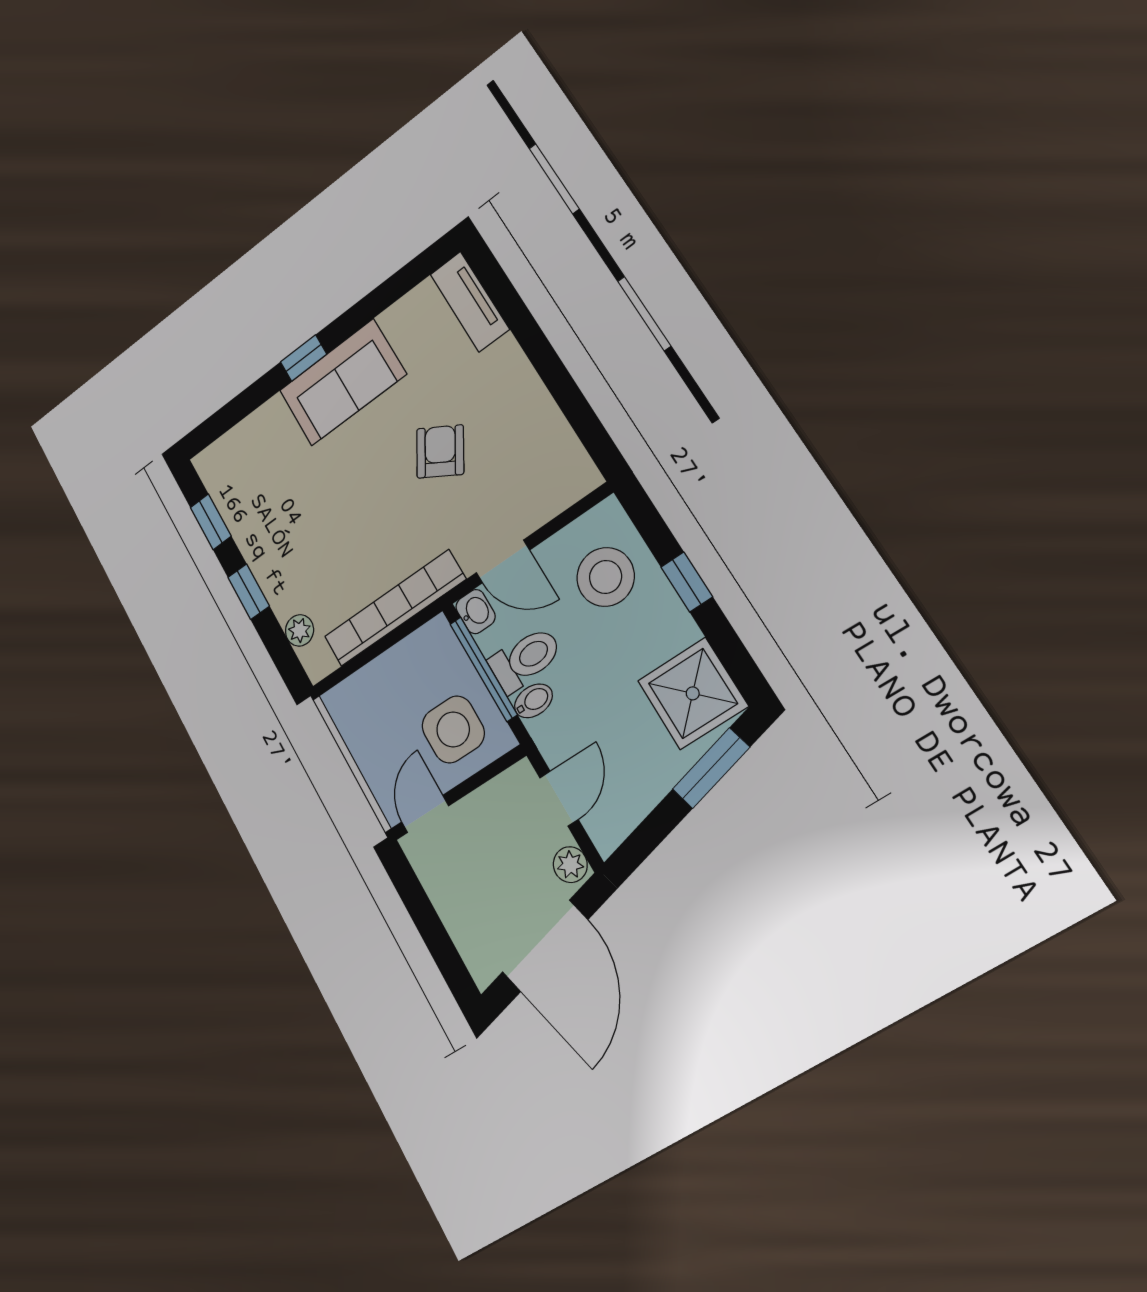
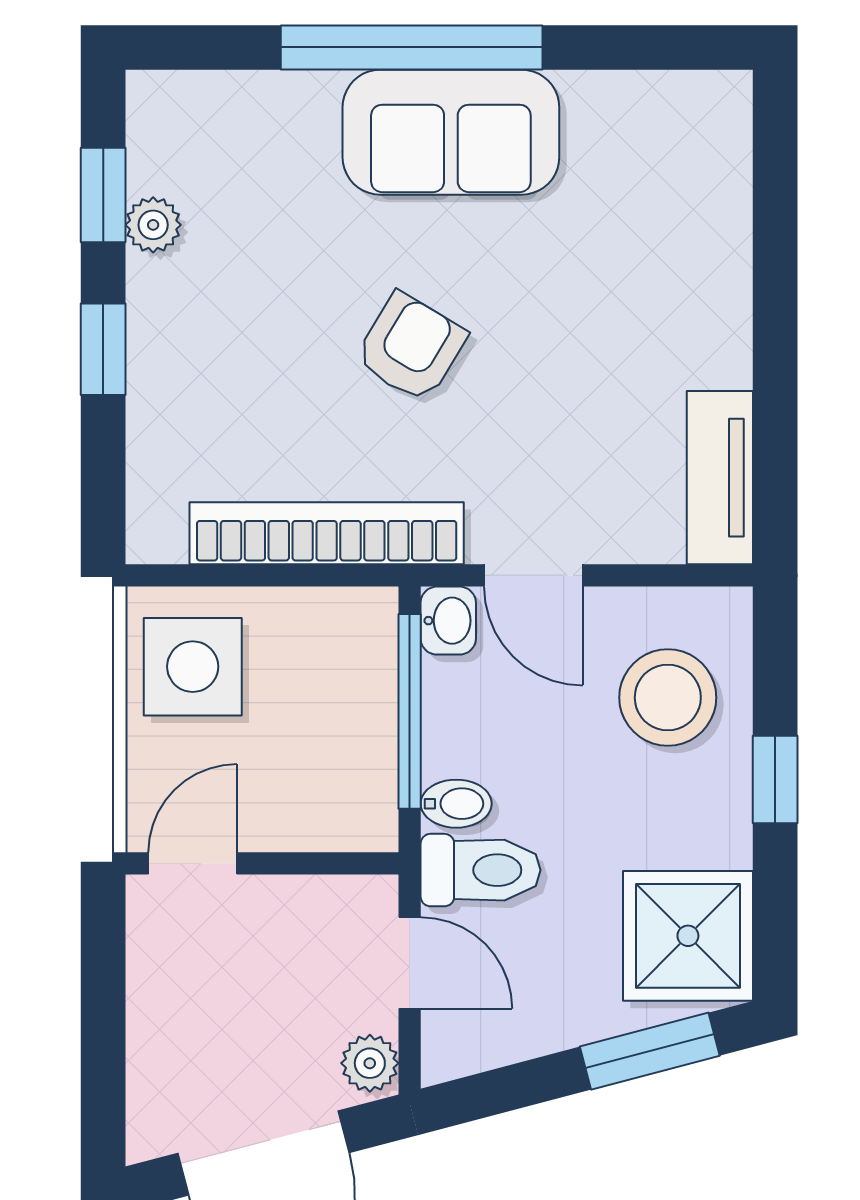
tv unit: (470, 302) -> (720, 478), moved
window: (304, 358) -> (412, 47), width x3.17
armchair: (440, 451) -> (411, 347), moved
plant: (299, 630) -> (153, 225), moved
toilet: (525, 659) -> (481, 870), moved
side table: (453, 729) -> (193, 667), moved
door: (559, 799) -> (410, 963), hinge flipped

